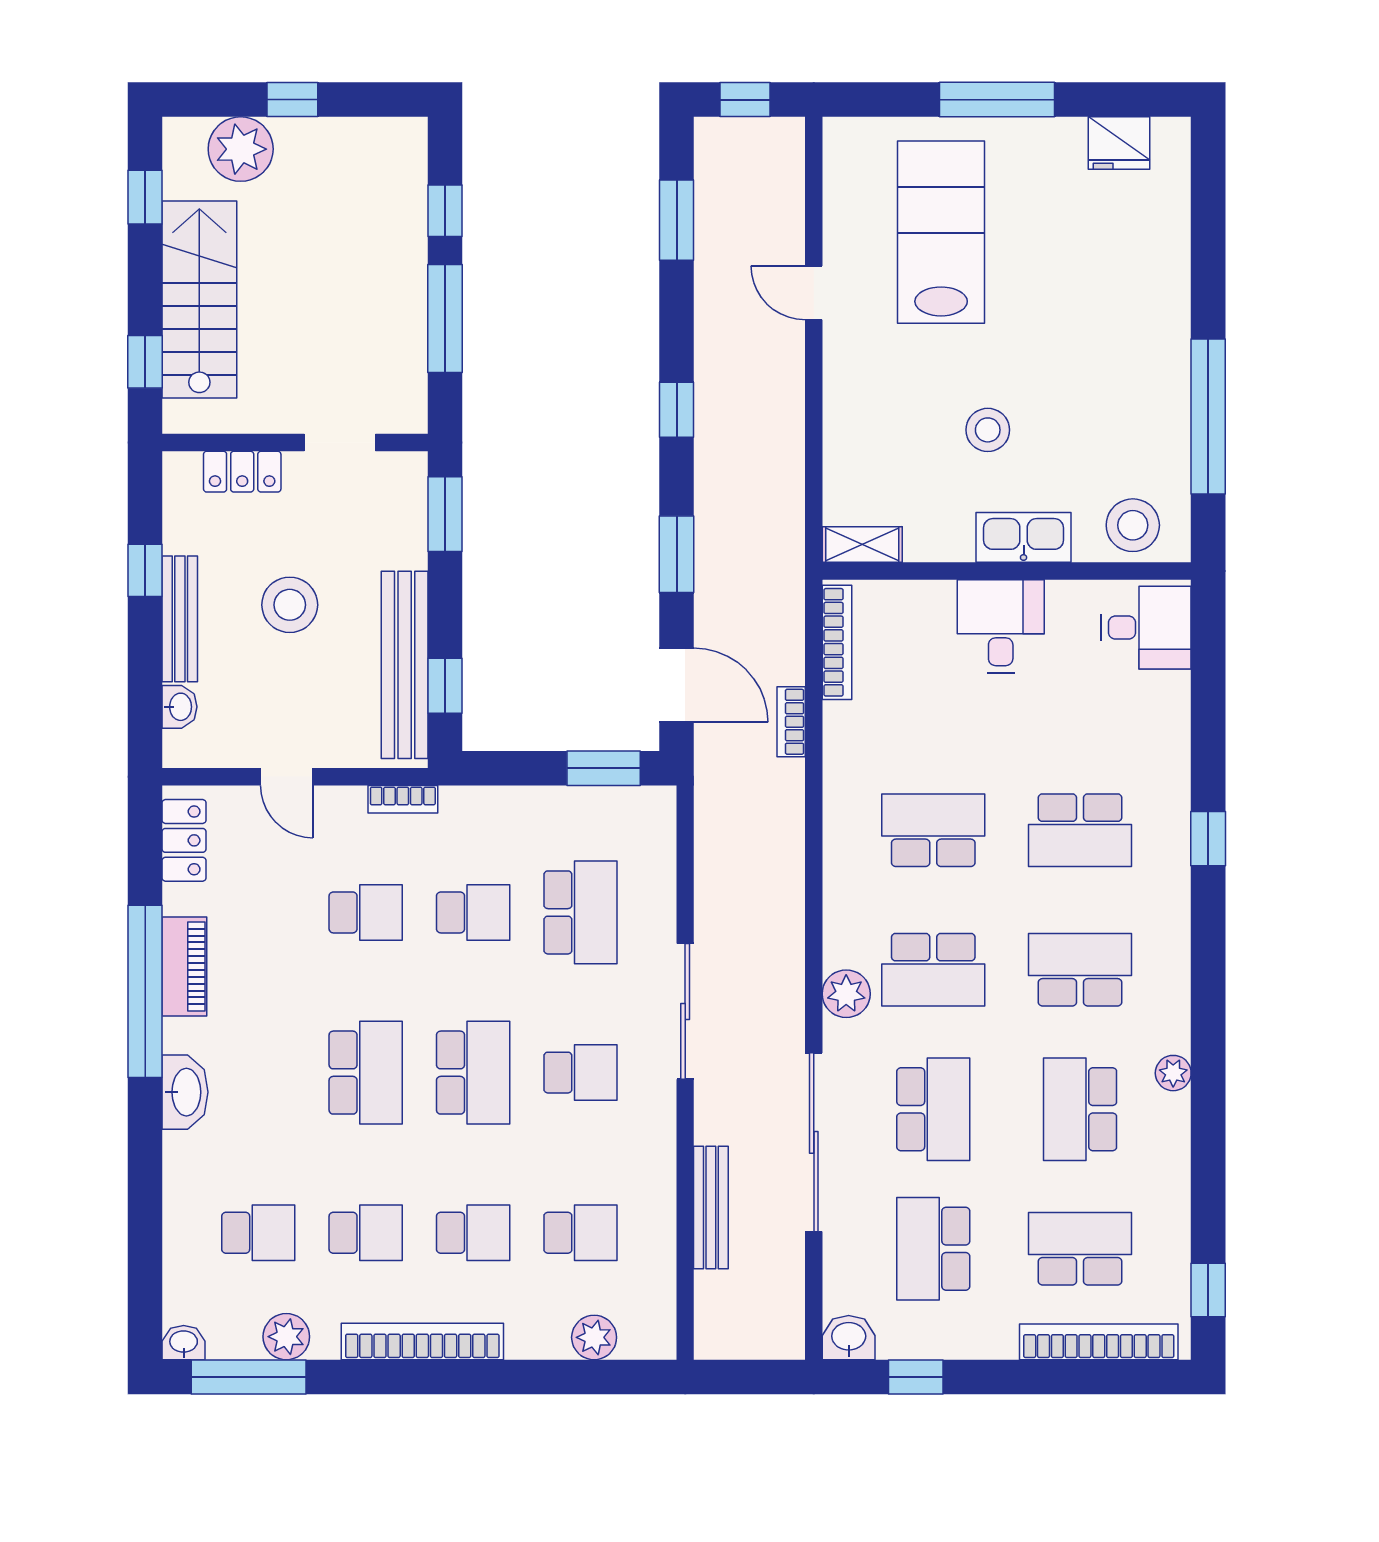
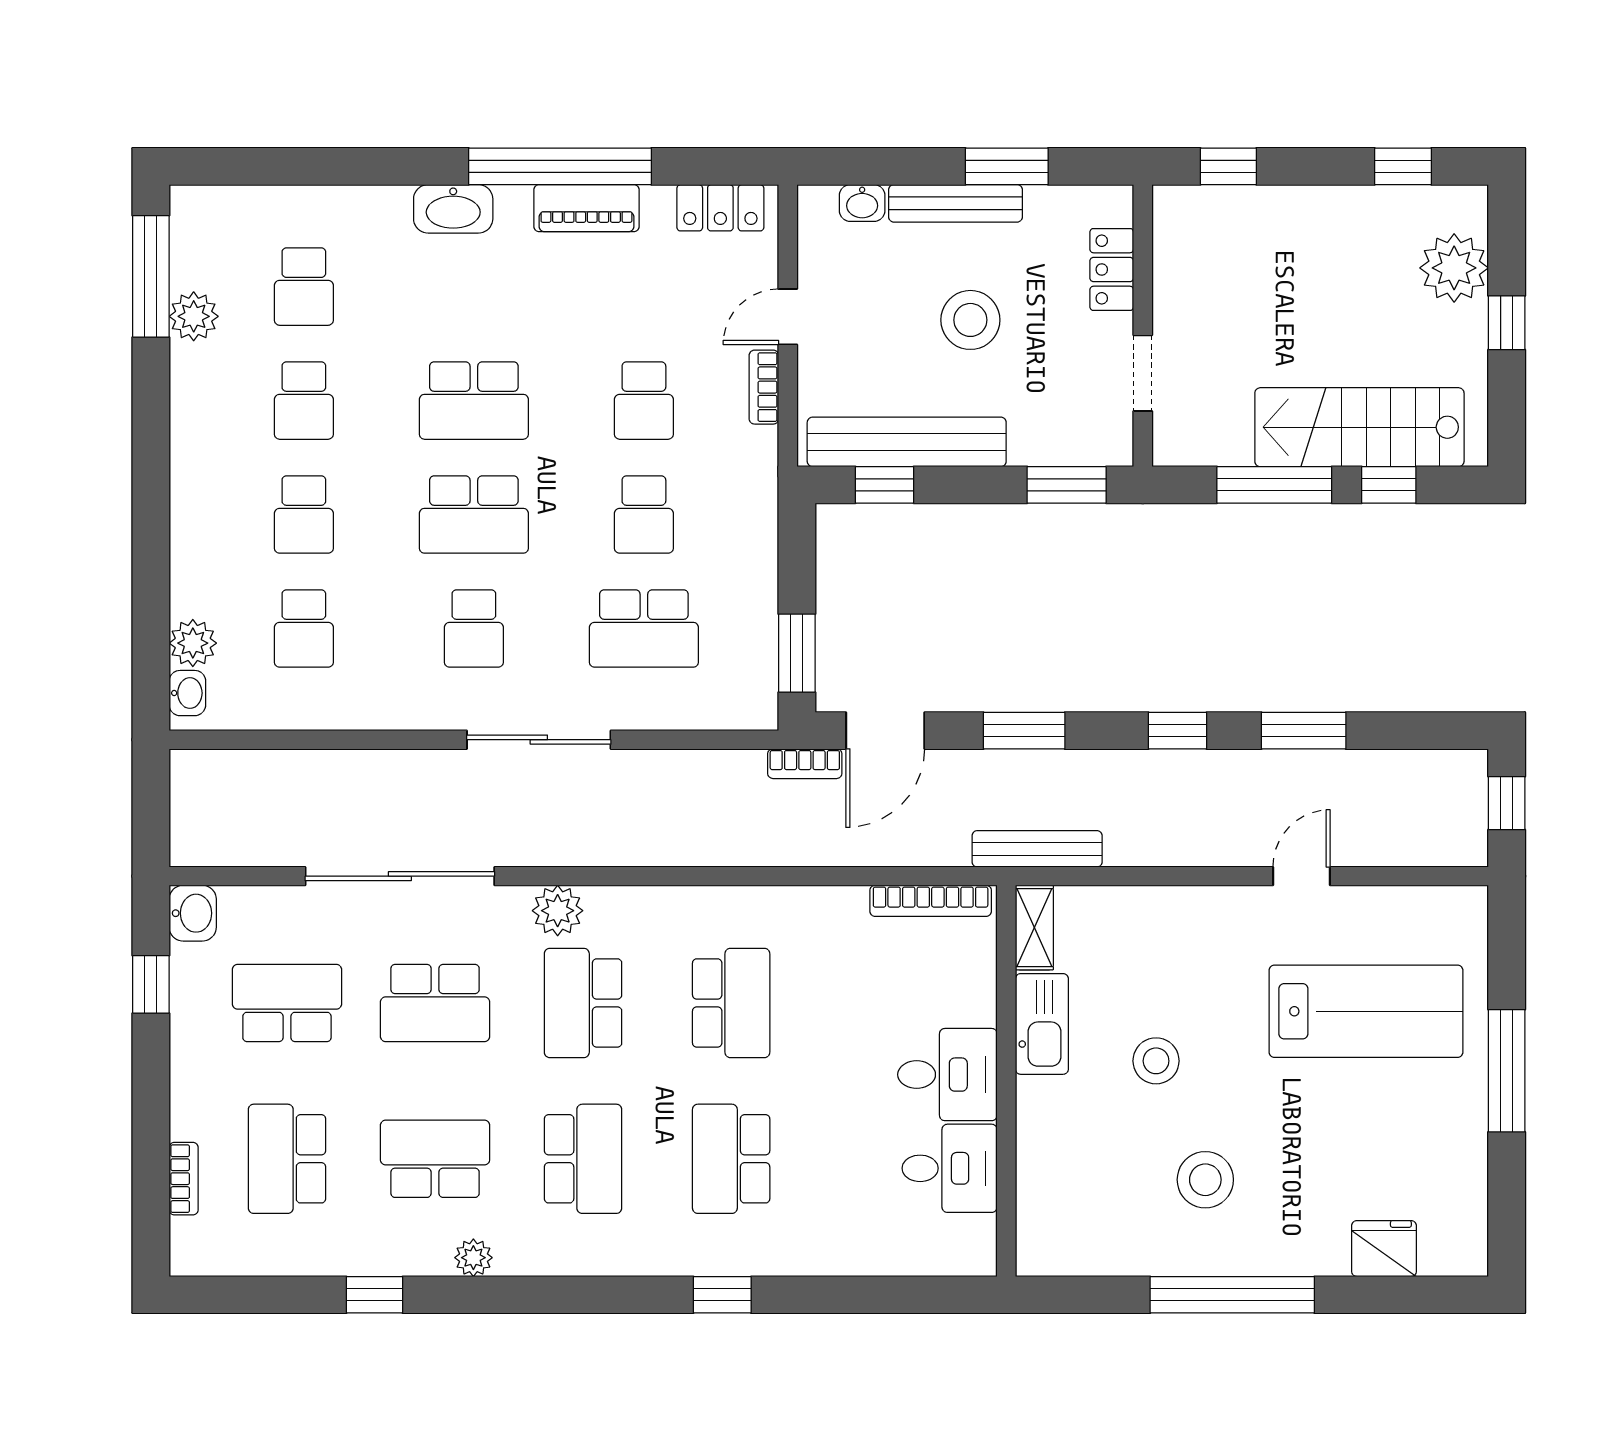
fridge: (1119, 143) -> (1384, 1249), moved, turned 90
window: (677, 220) -> (1304, 731), moved
stairs: (199, 300) -> (1359, 427), moved, turned 180
window: (1208, 417) -> (1232, 1295), moved
stool: (1133, 525) -> (1205, 1180), moved
kitchen sink: (1024, 537) -> (1042, 1024), moved
window: (145, 570) -> (1007, 166), width x1.50
desk: (1146, 628) -> (950, 1168), moved, turned -90
bookcase: (791, 722) -> (805, 764), moved, turned 180
bookcase: (403, 799) -> (764, 387), moved
bench: (711, 1208) -> (1037, 849), moved
school desk: (1080, 1249) -> (287, 1159), turned 180
window: (1208, 1290) -> (375, 1295), moved
bookcase: (422, 1341) -> (189, 461), removed
bookcase: (1099, 1342) -> (184, 1179), width x0.43, depth x0.76
washbasin: (184, 1343) -> (187, 693), moved

